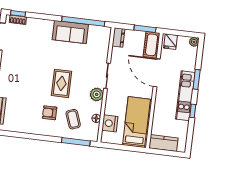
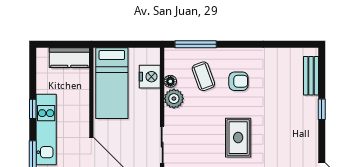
rug: (61, 83) -> (238, 138), moved
plant: (97, 94) -> (174, 99), moved

